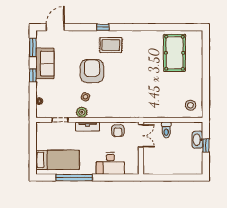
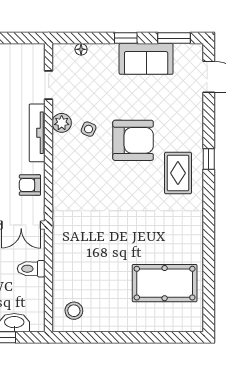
tv unit: (88, 127) -> (37, 133), width x1.41

